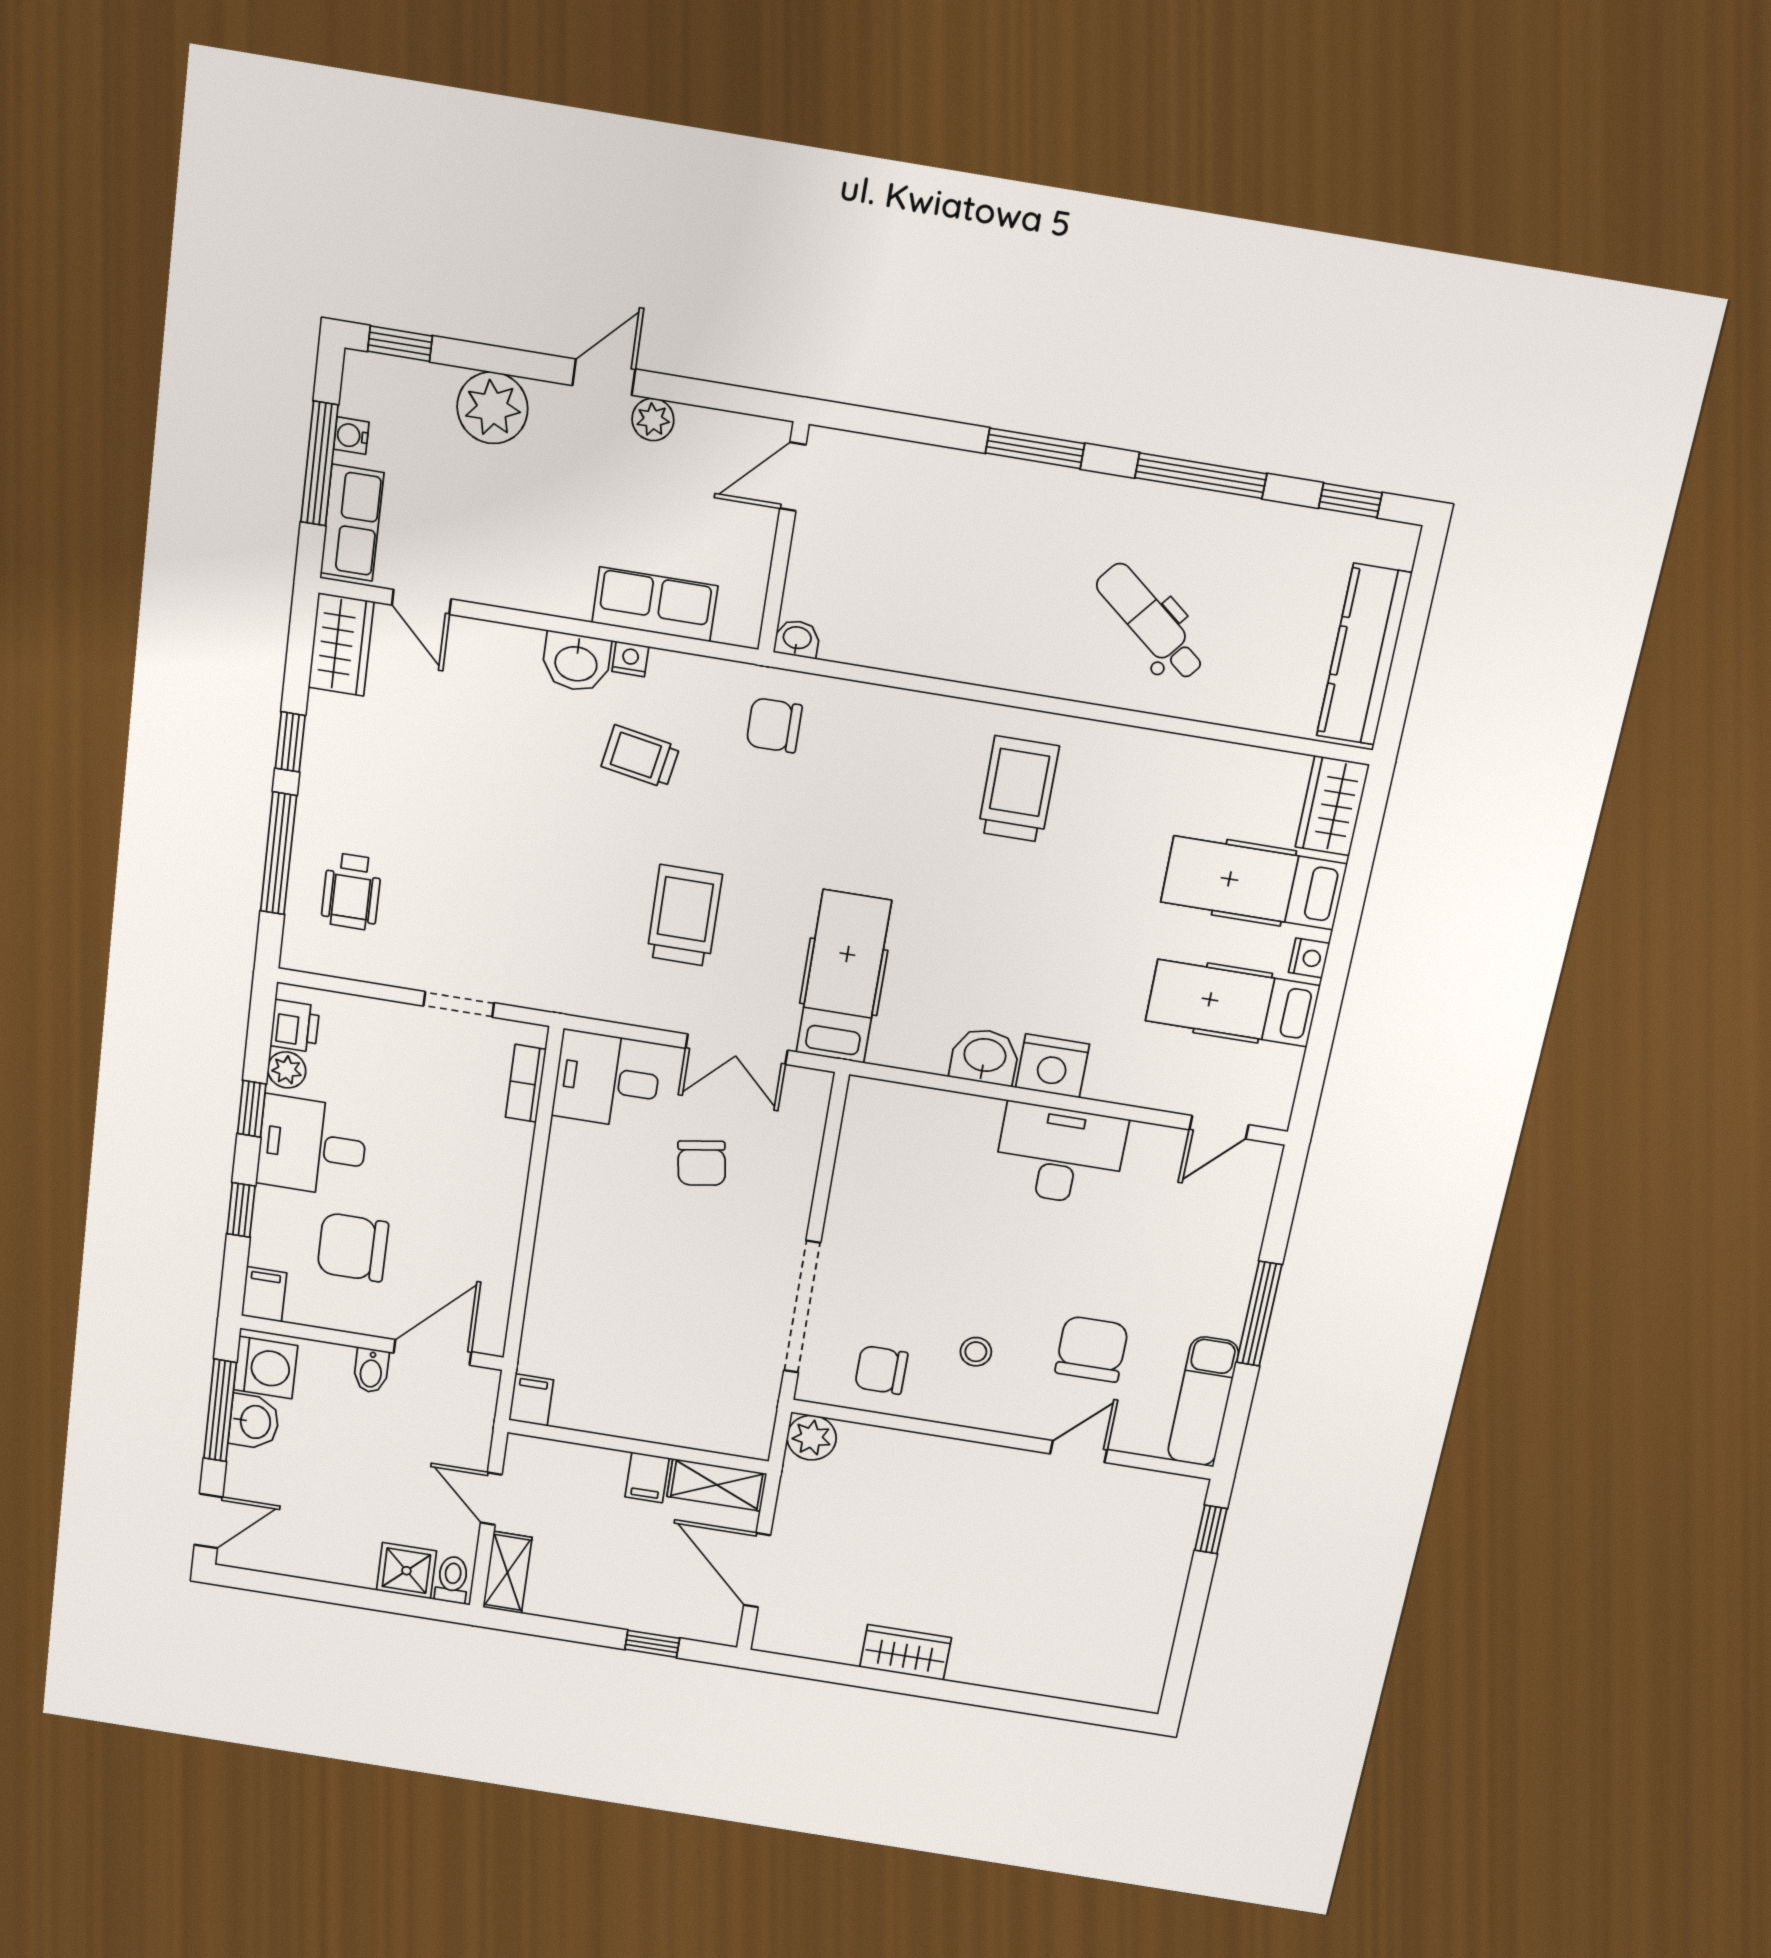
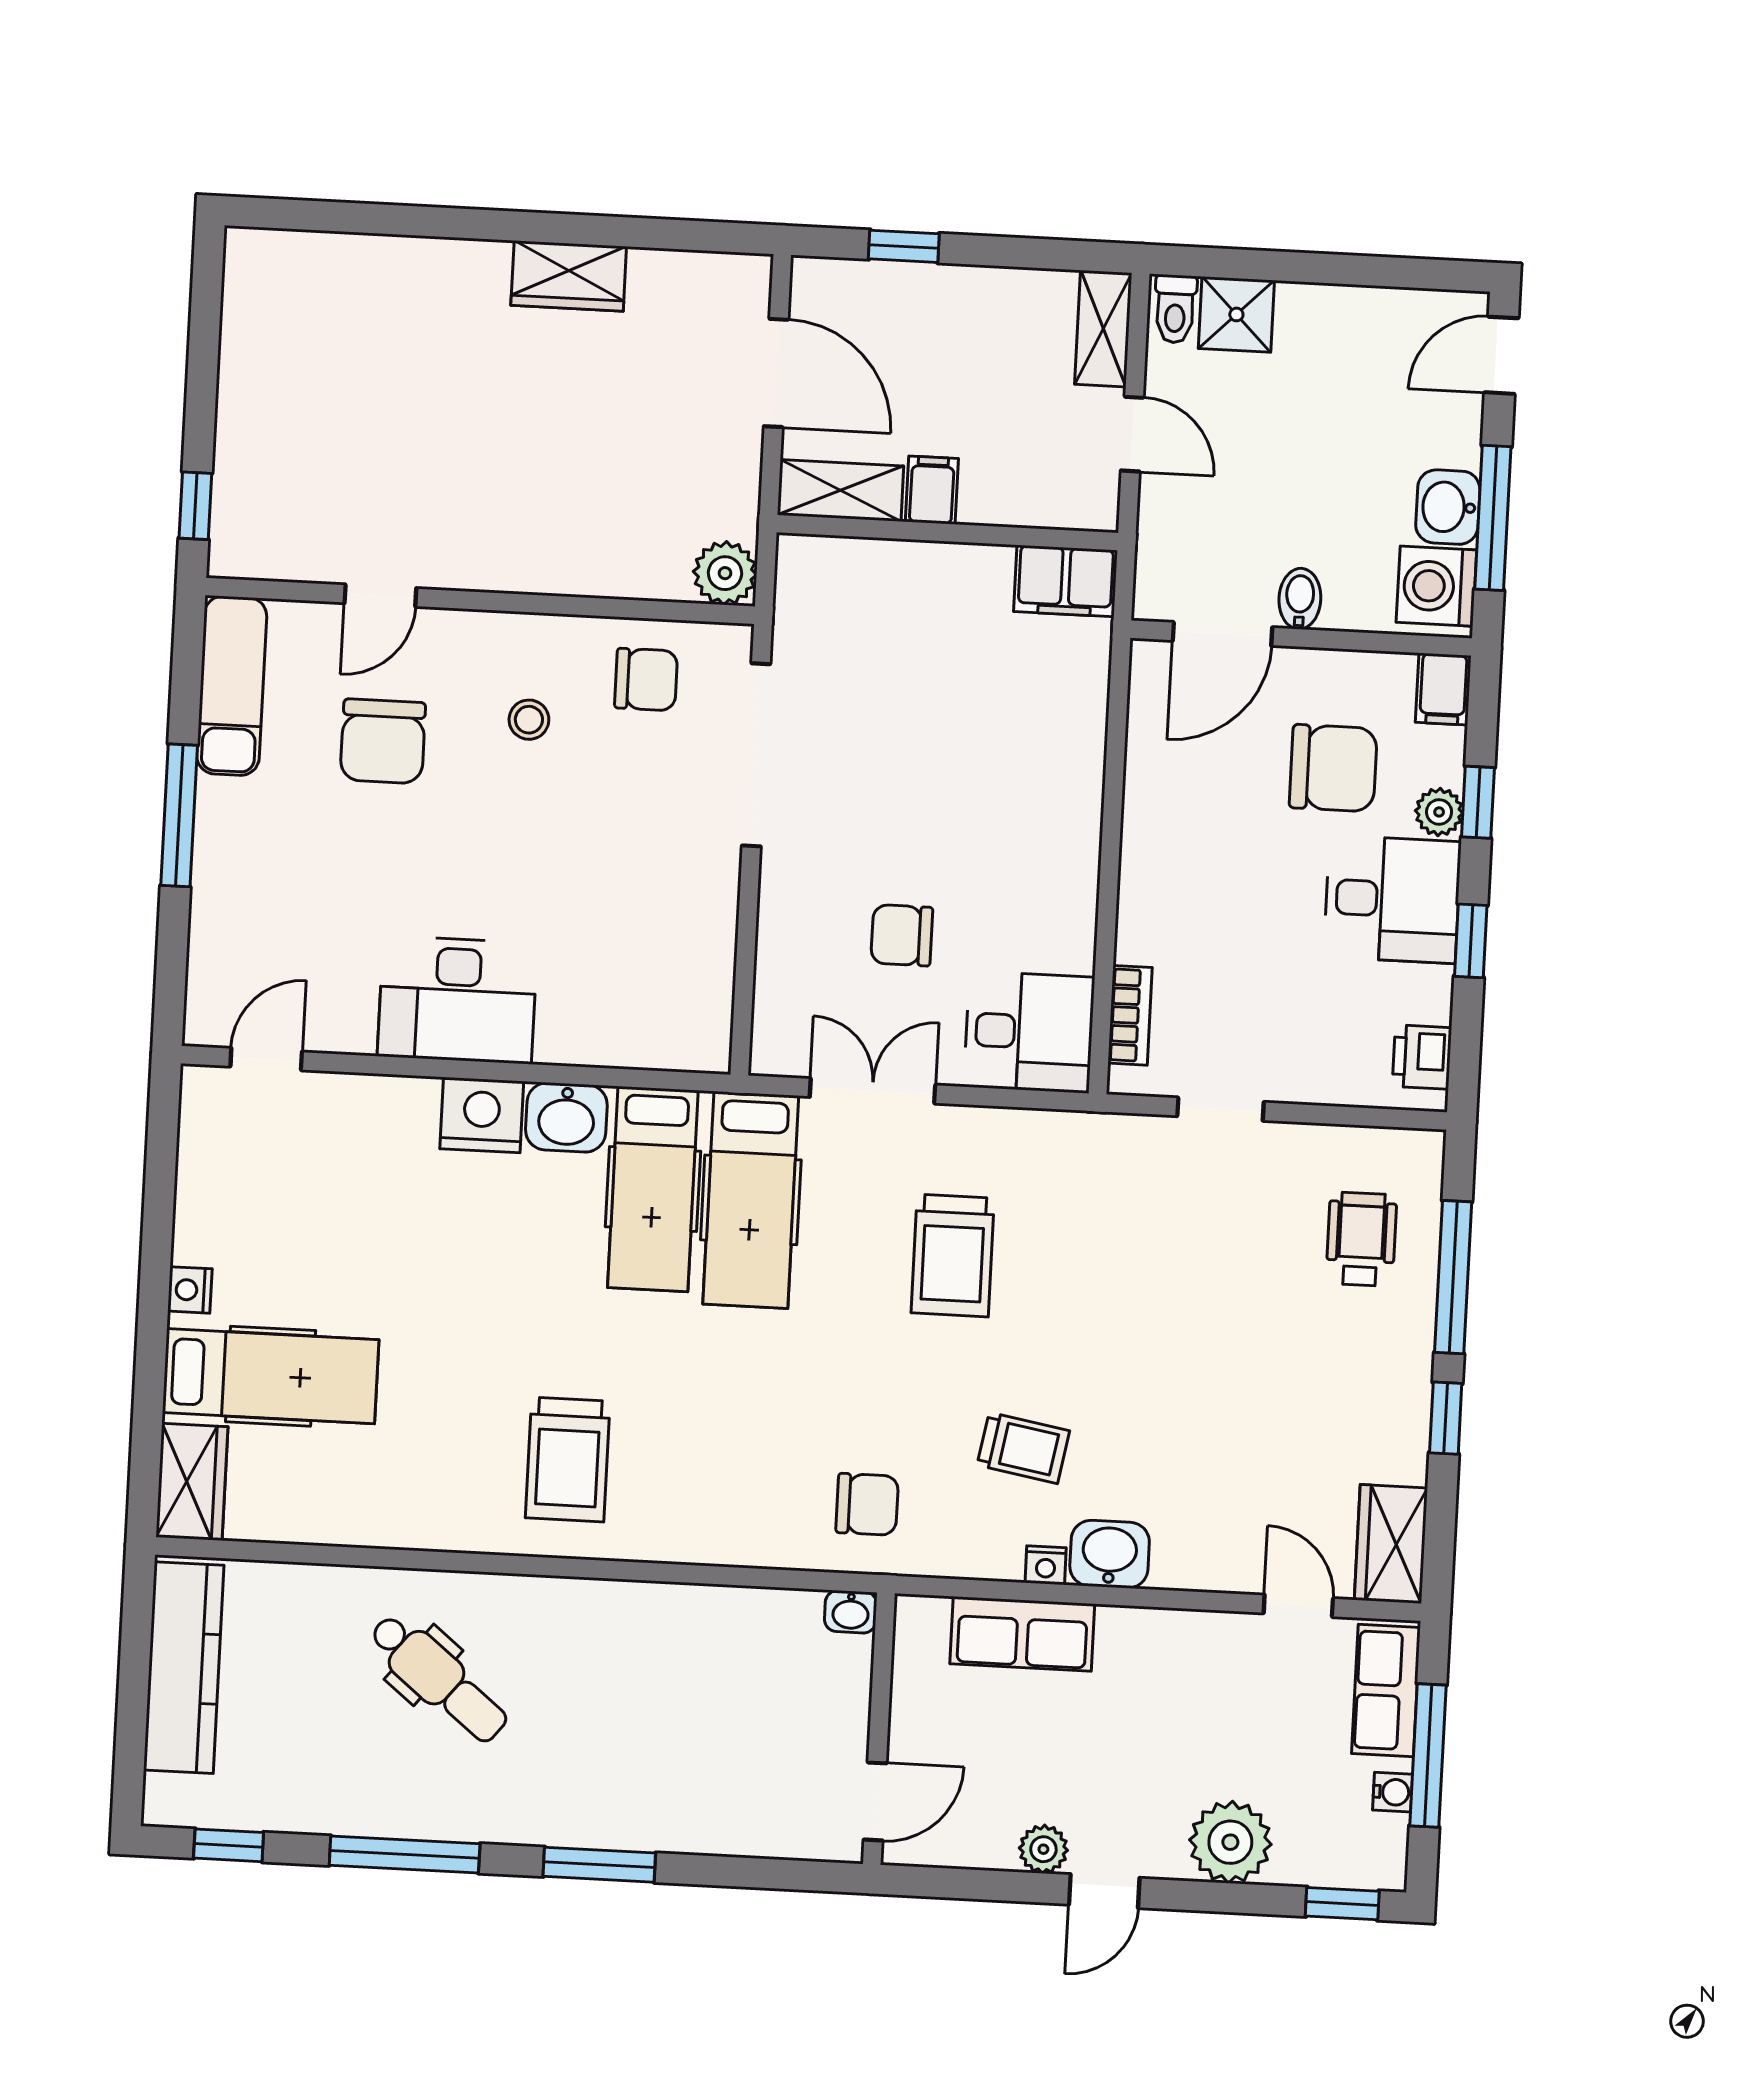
hospital bed: (1233, 1003) -> (653, 1189), moved, turned 90
plant: (287, 1070) -> (1439, 812), moved
chair: (702, 1163) -> (902, 935), turned -81
filing cabinet: (531, 1400) -> (1066, 581), width x2.00

